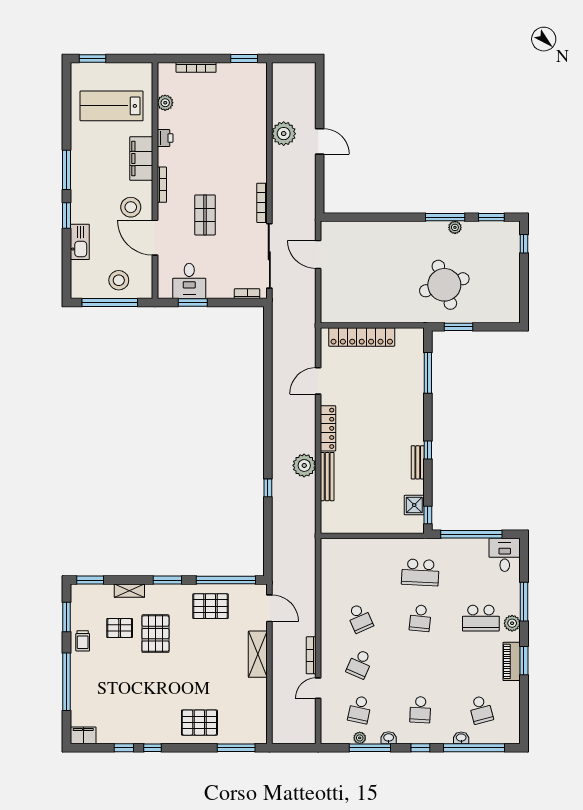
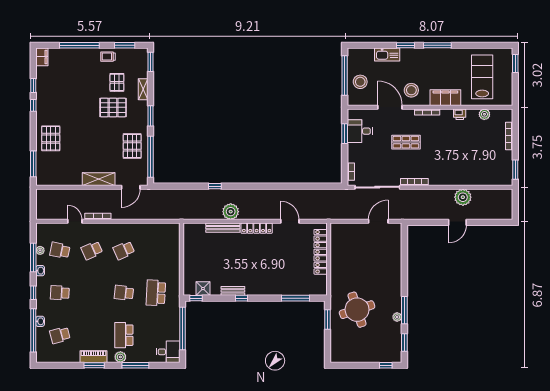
door: (155, 238) -> (390, 107), hinge flipped
school desk: (360, 664) -> (92, 250), turned -48

